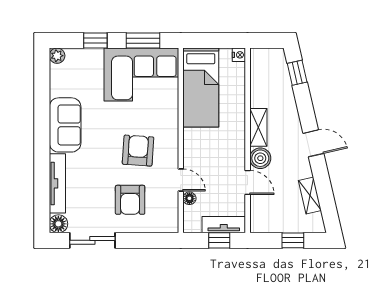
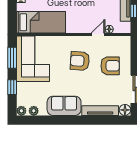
plant: (57, 76) -> (34, 111), added

